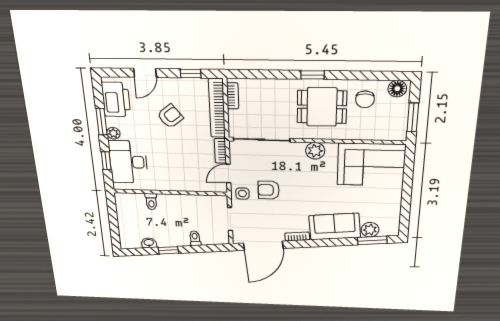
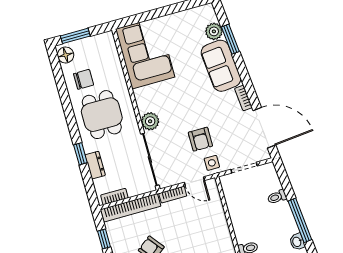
window: (313, 75) -> (80, 154), moved
dresser: (271, 86) -> (95, 165), added
window: (413, 117) -> (75, 36), moved
plant: (315, 151) -> (150, 121), moved
window: (372, 240) -> (230, 39), moved
window: (168, 250) -> (300, 220), width x2.17

